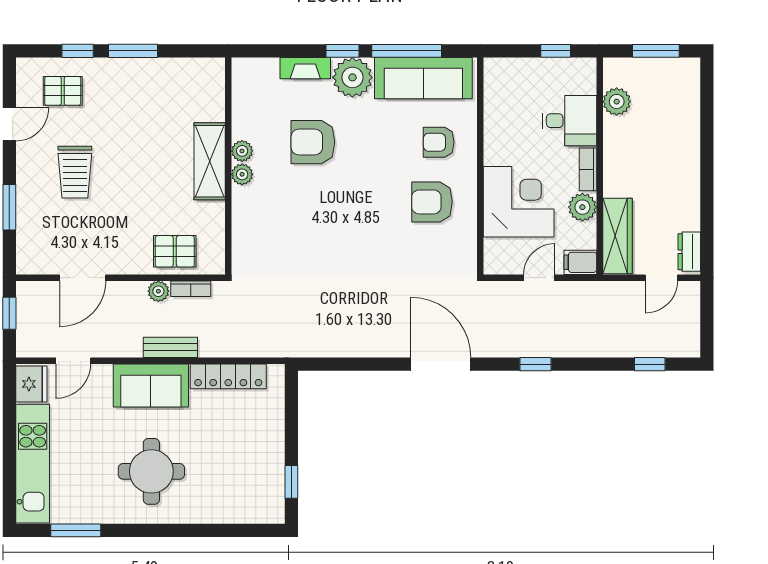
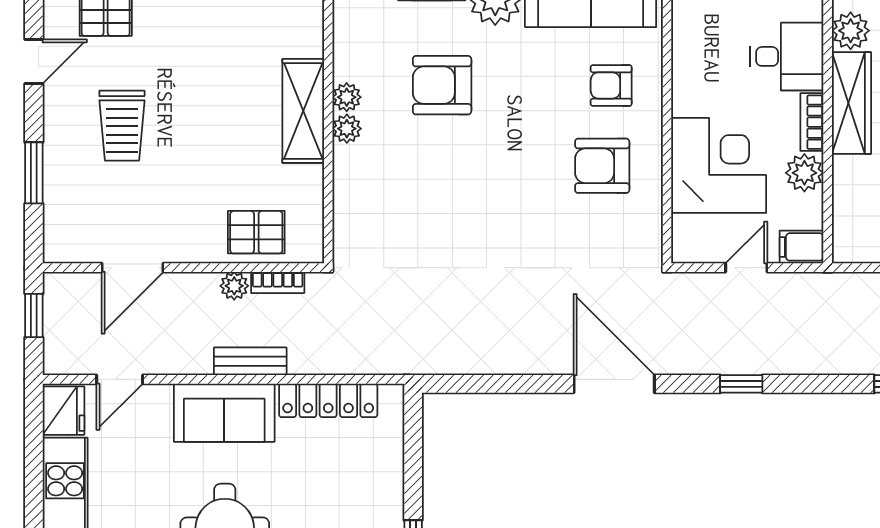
wardrobe: (617, 236) -> (851, 103), moved

